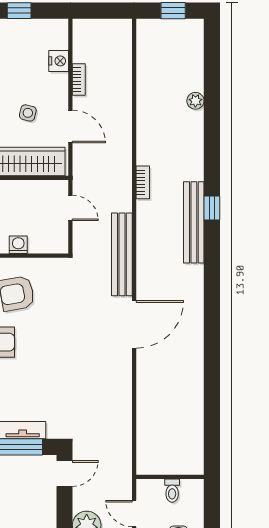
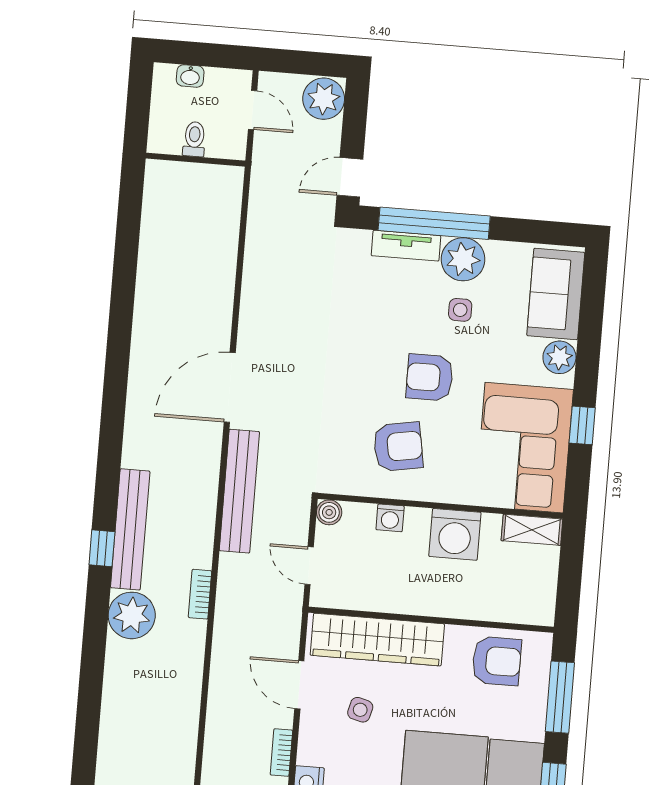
plant: (195, 101) -> (132, 615), moved, width x1.87, depth x1.87
boiler: (60, 245) -> (329, 512), added

